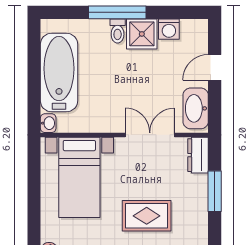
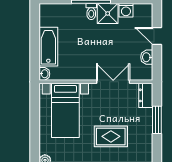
door: (215, 67) -> (157, 36), hinge flipped
bathtub: (59, 73) -> (48, 47), width x0.73, depth x0.73
washbasin: (196, 108) -> (147, 57), width x0.52, depth x0.69

